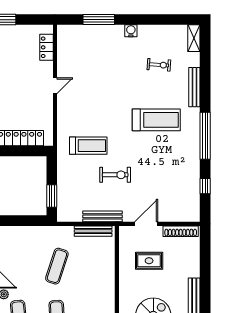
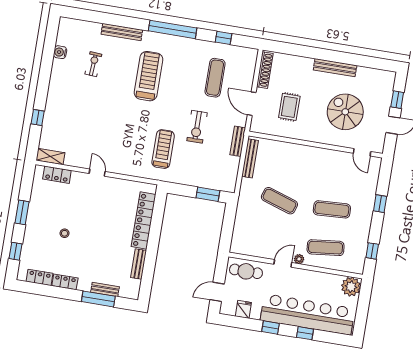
window: (99, 20) -> (38, 117), width x0.46
water cooler: (131, 31) -> (60, 52), moved
shelving: (194, 38) -> (50, 157), moved
exercise bike: (115, 175) -> (197, 127), turned 180
exercise mat: (165, 184) -> (215, 78), added
bench: (102, 216) -> (238, 141), width x0.73

